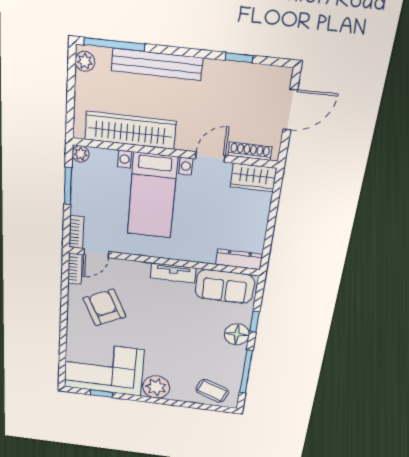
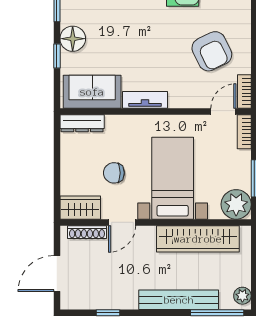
plant: (81, 154) -> (236, 204), width x1.88, depth x1.88
chair: (213, 208) -> (114, 173), added

